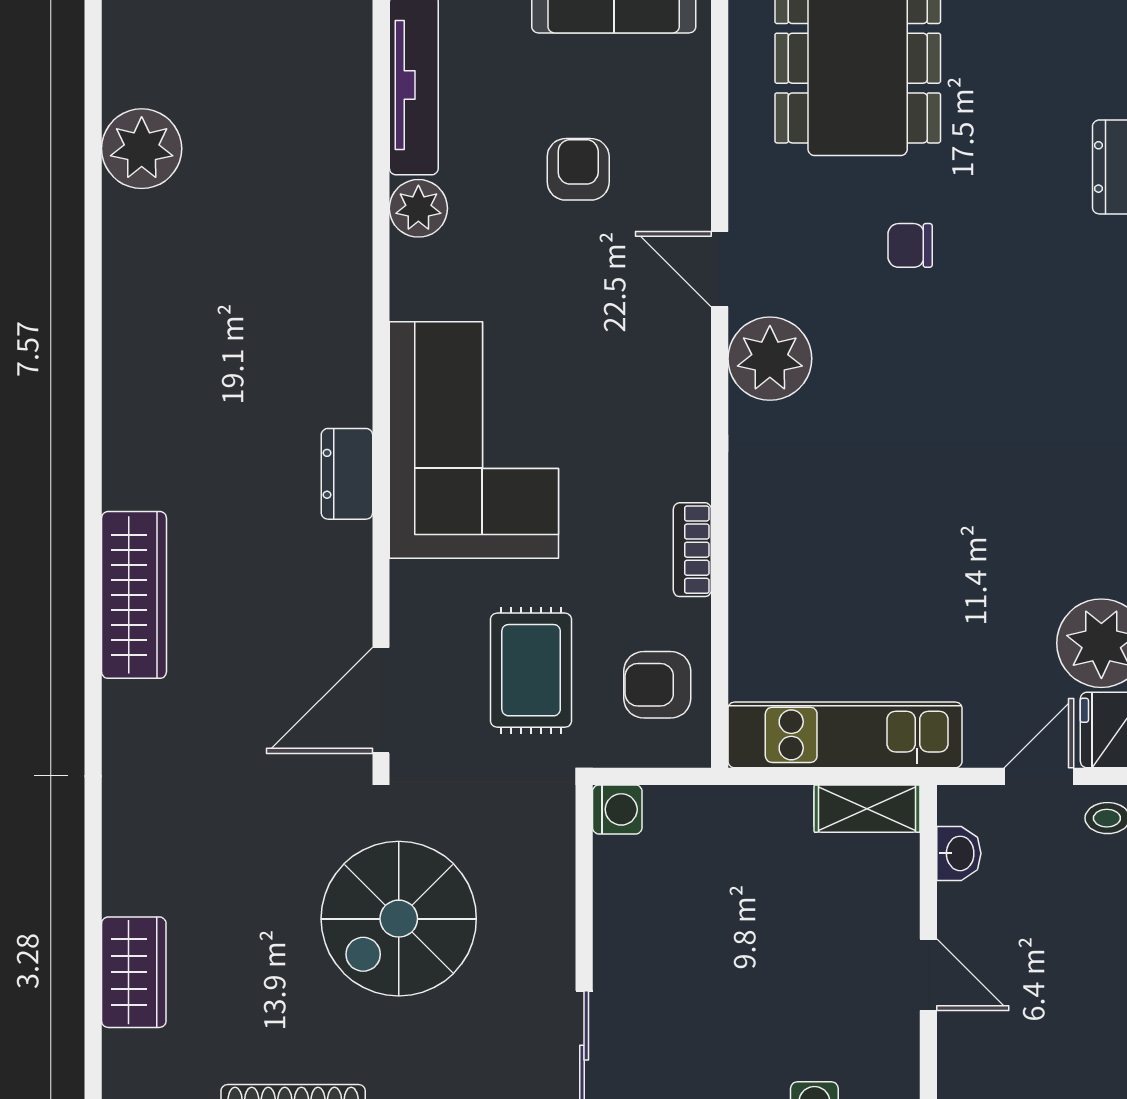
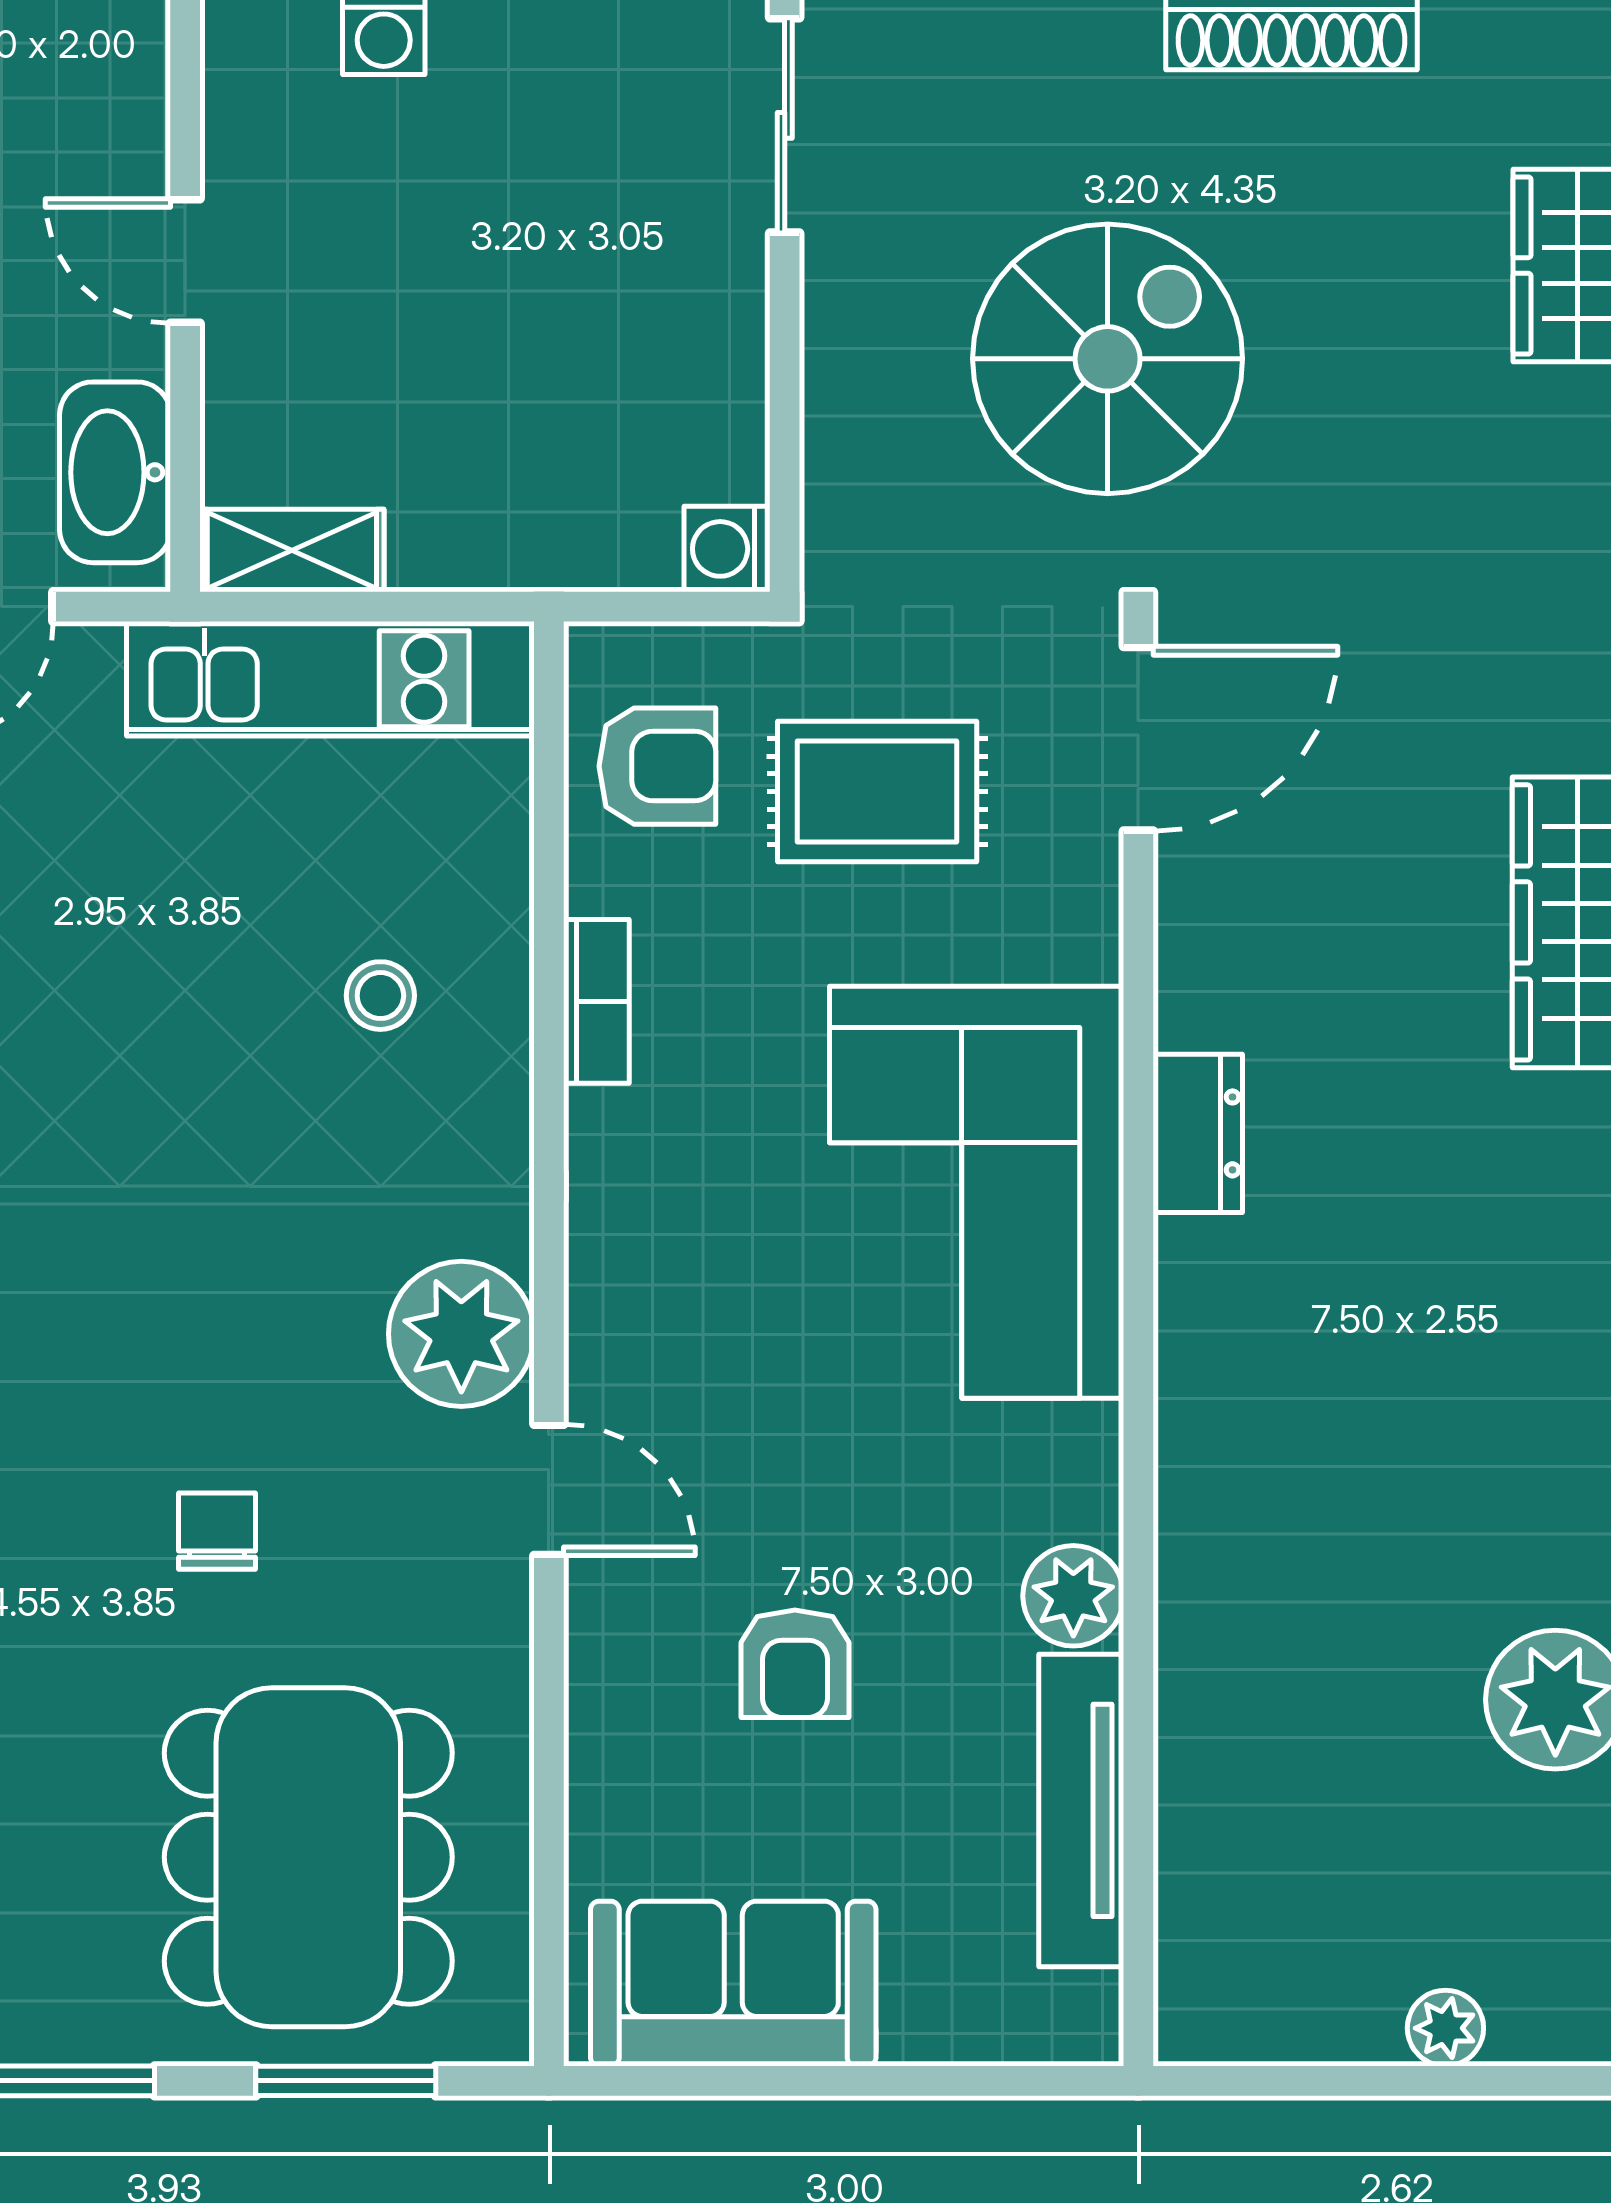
chair: (910, 245) -> (217, 1531), turned -90
stool: (816, 553) -> (380, 996), added
rug: (531, 670) -> (877, 792), turned 90
washbasin: (959, 853) -> (115, 472), width x1.91, depth x1.45

